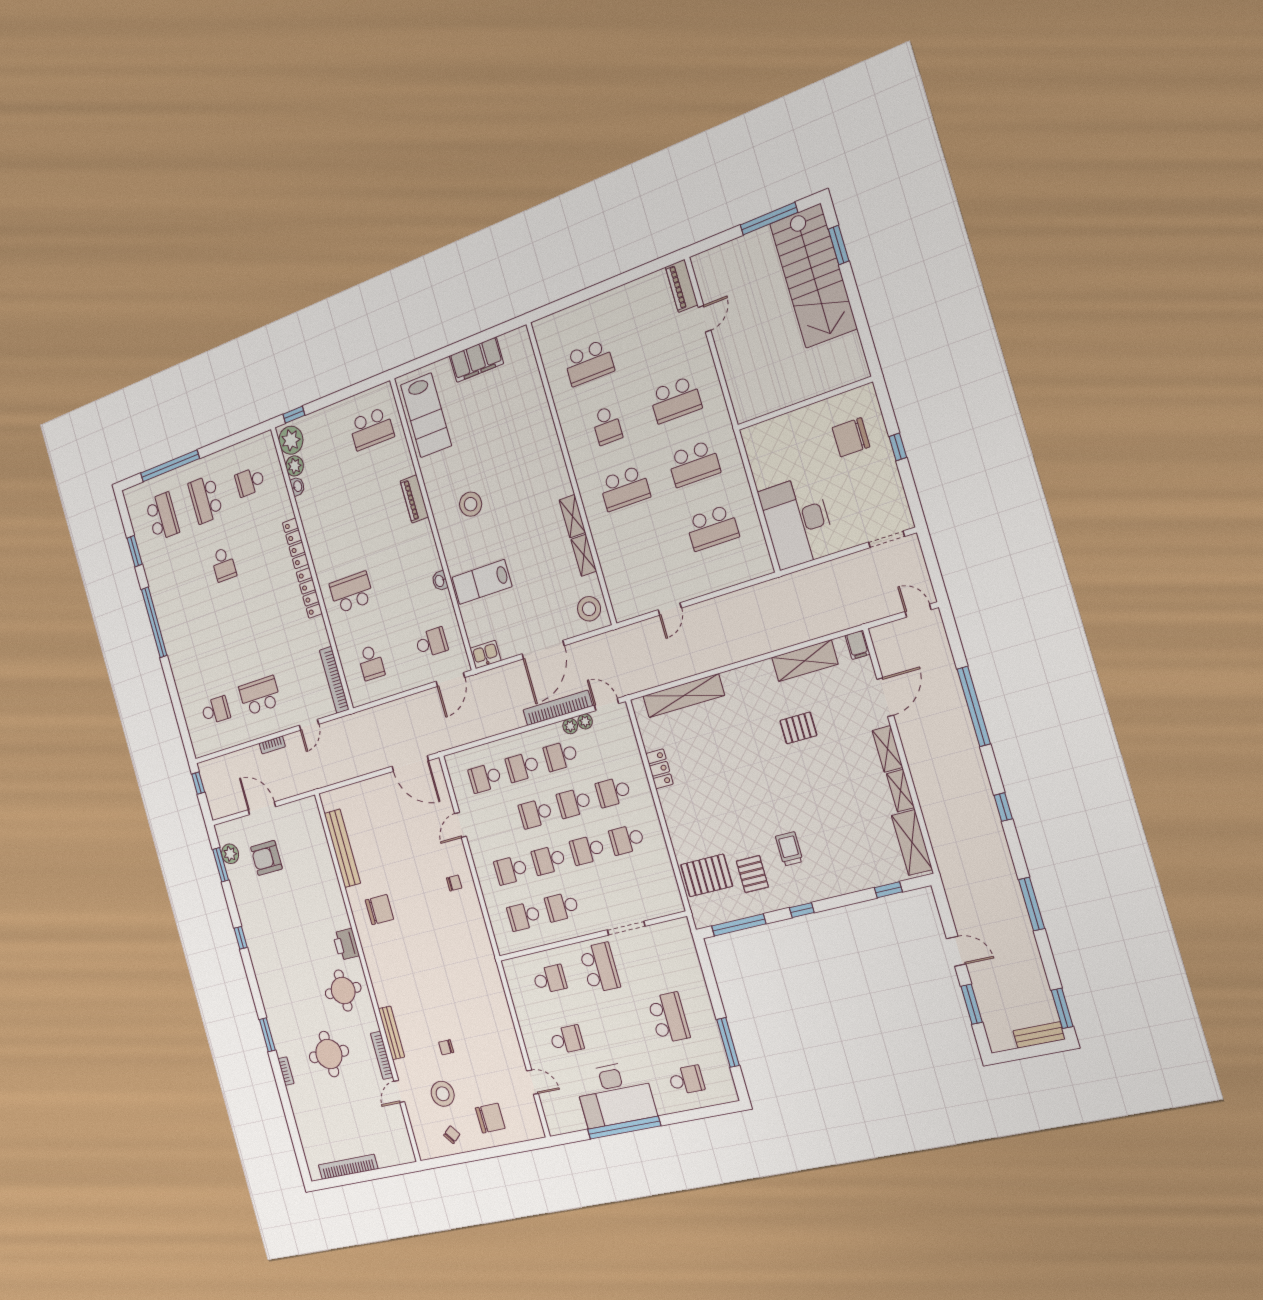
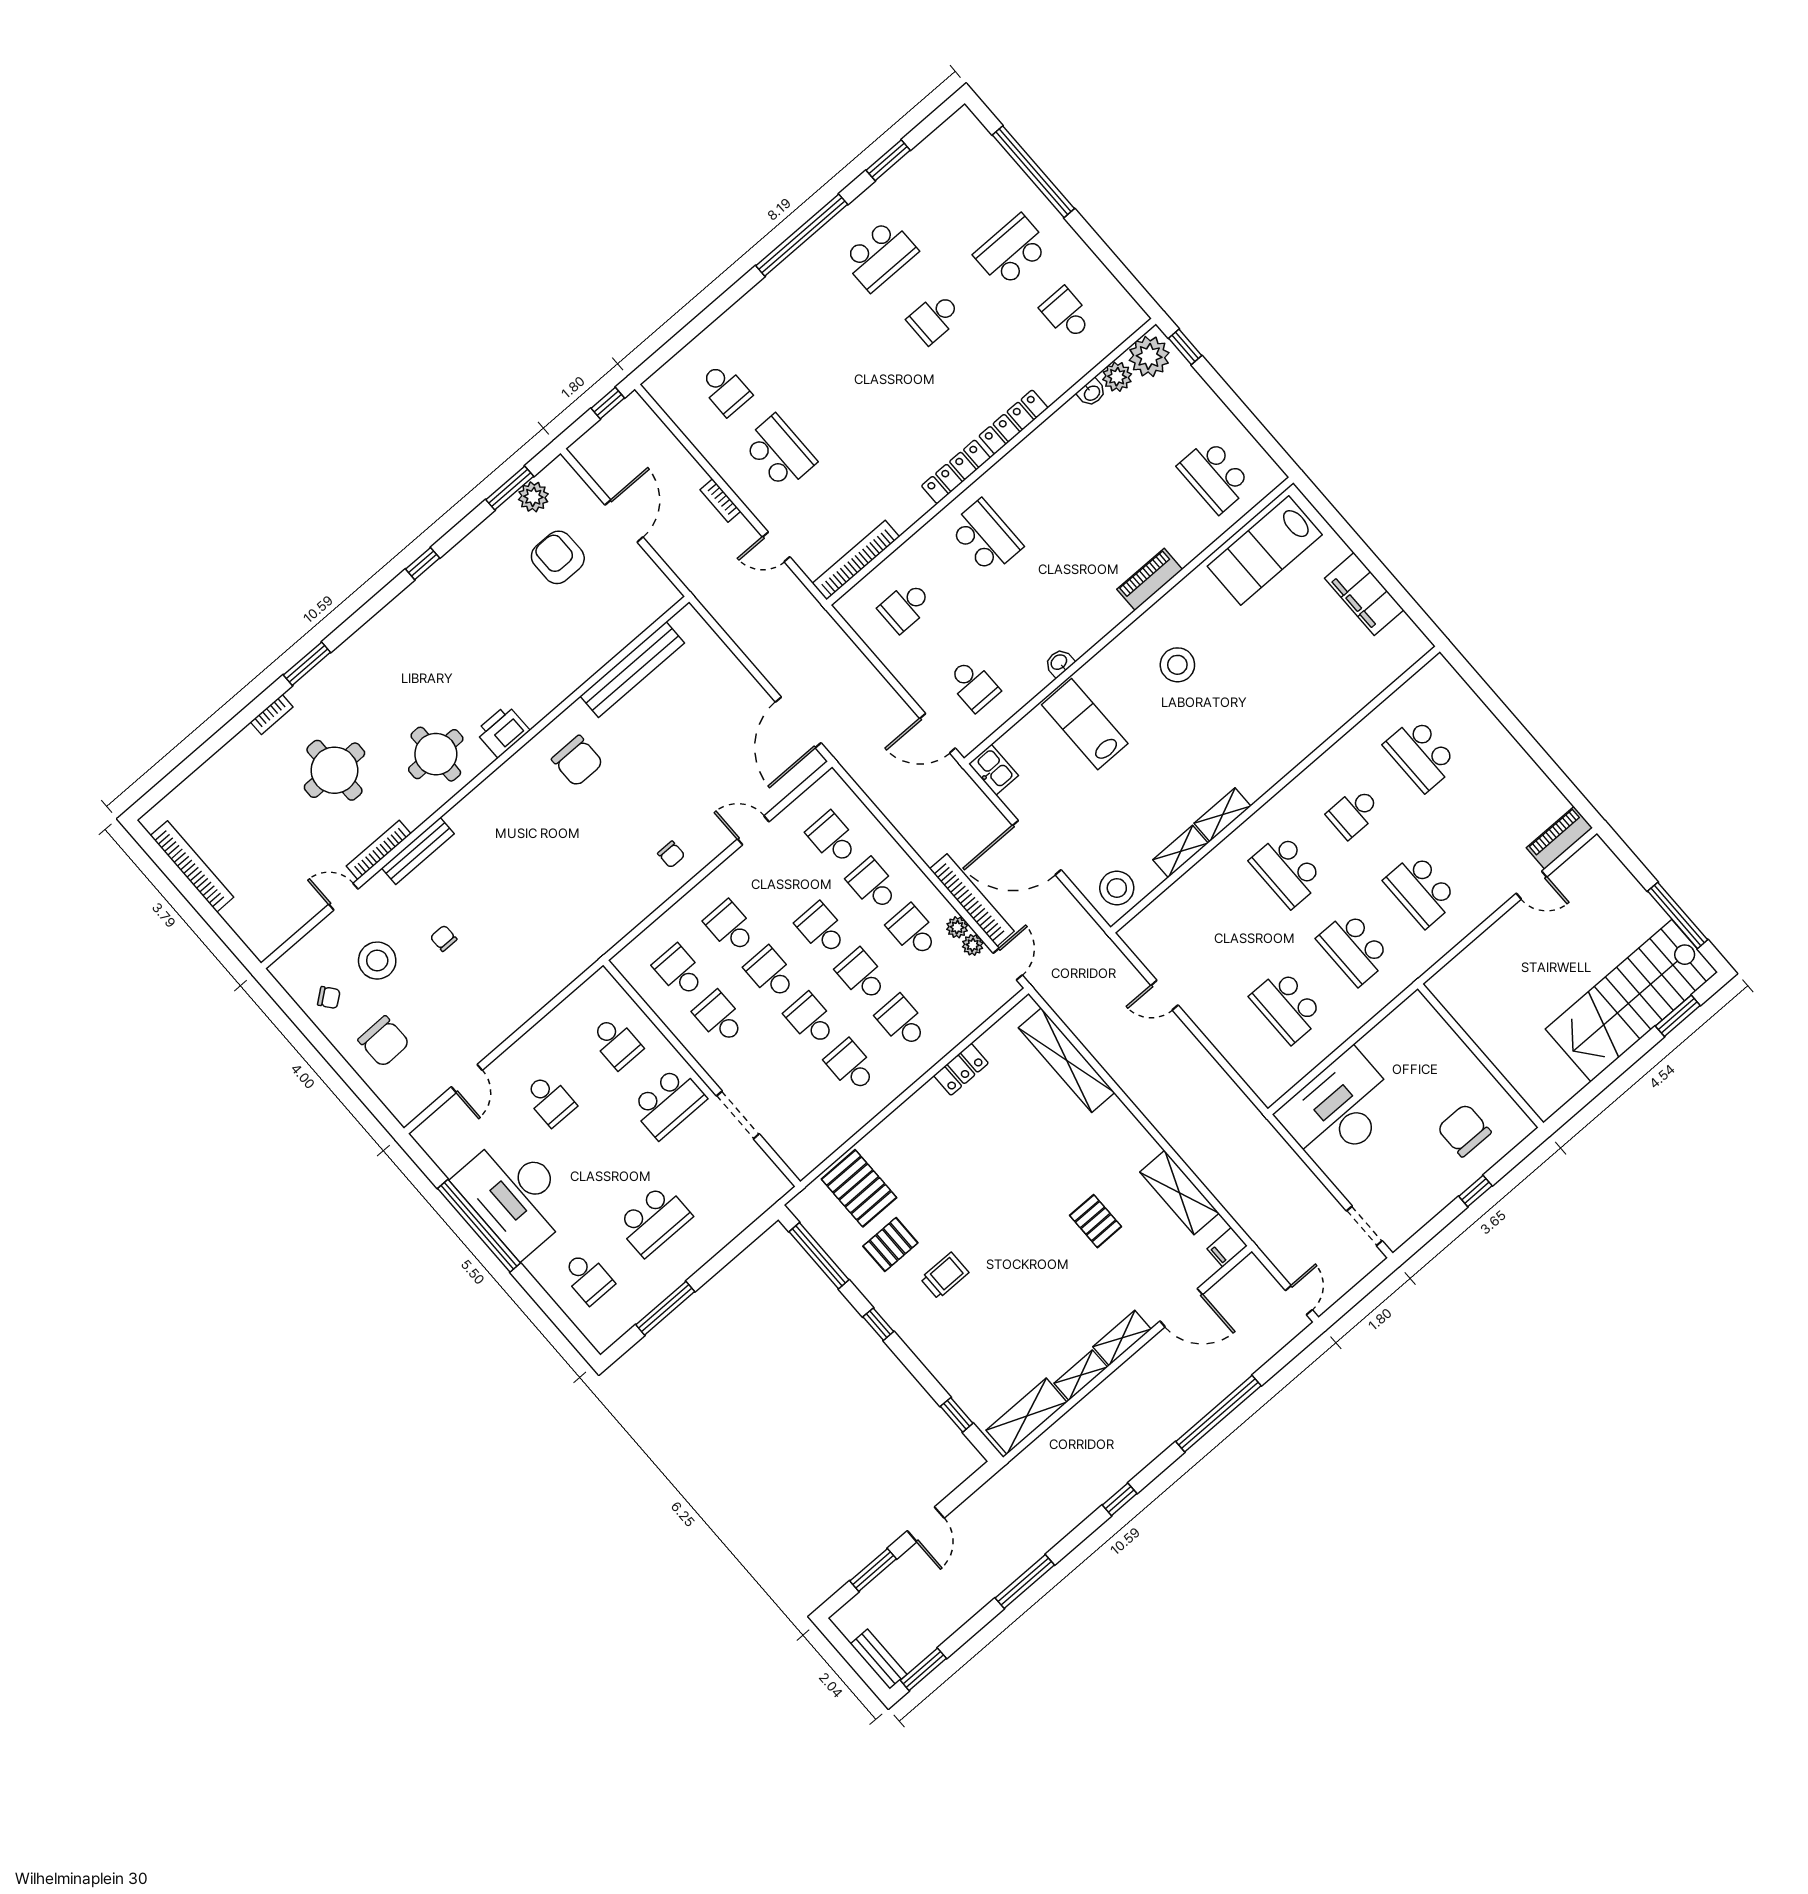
school desk: (162, 517) -> (880, 255), moved

